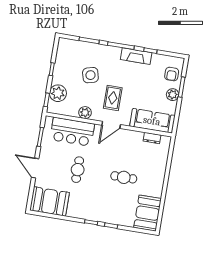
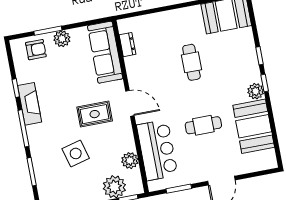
plant: (85, 113) -> (130, 161), moved
booth: (50, 201) -> (254, 126), moved
plant: (88, 214) -> (256, 91), added

